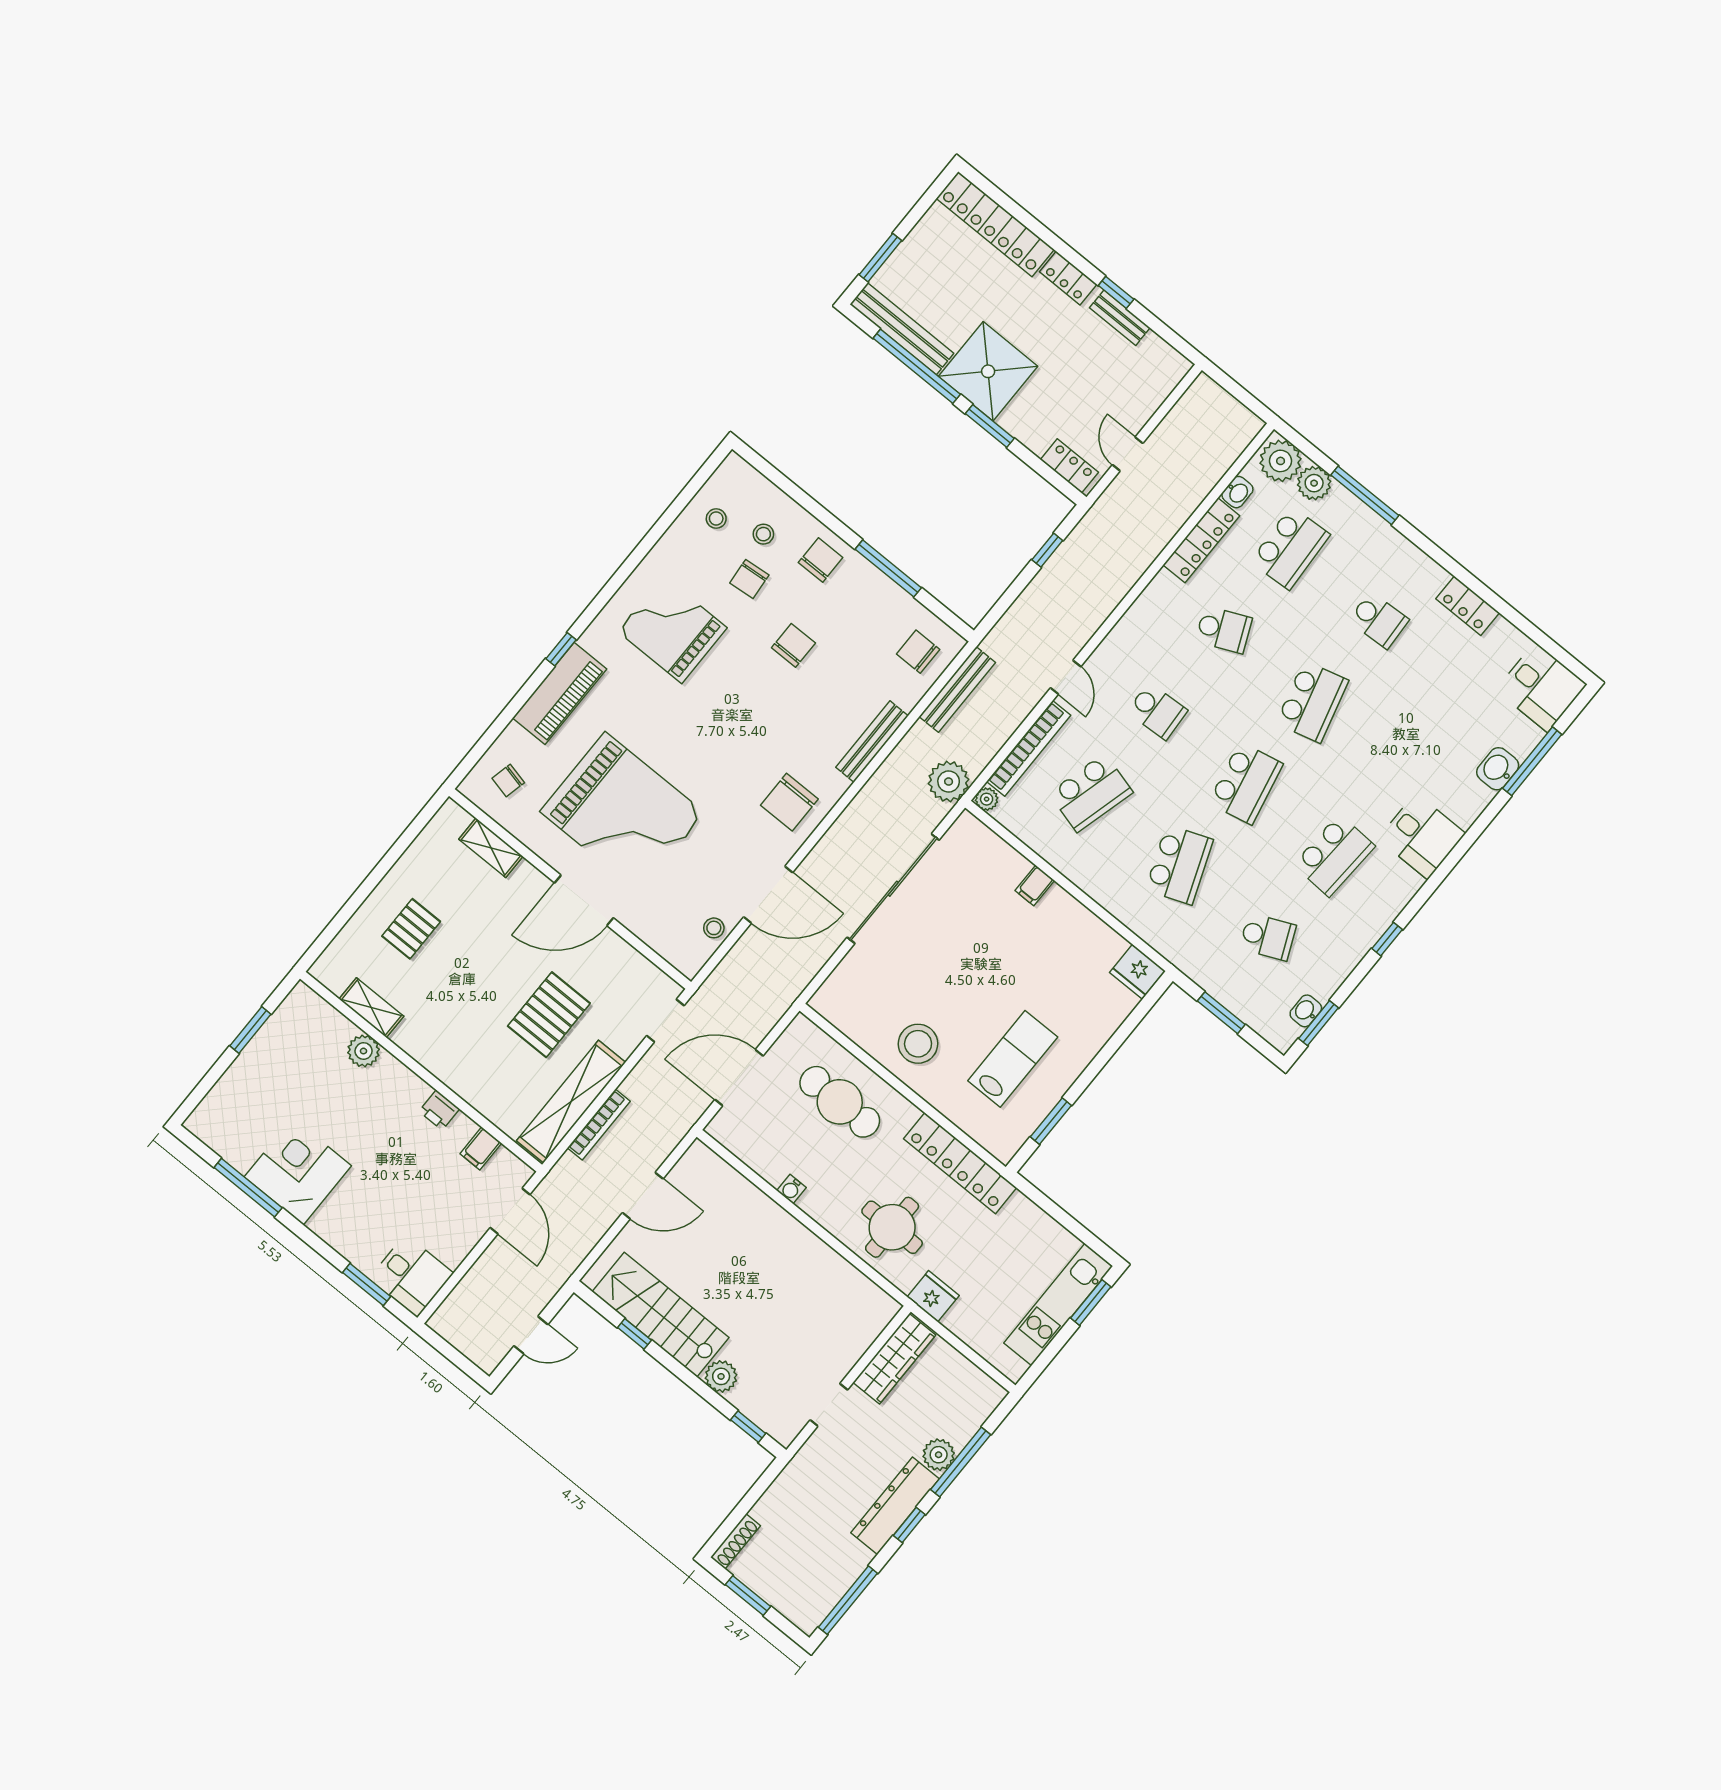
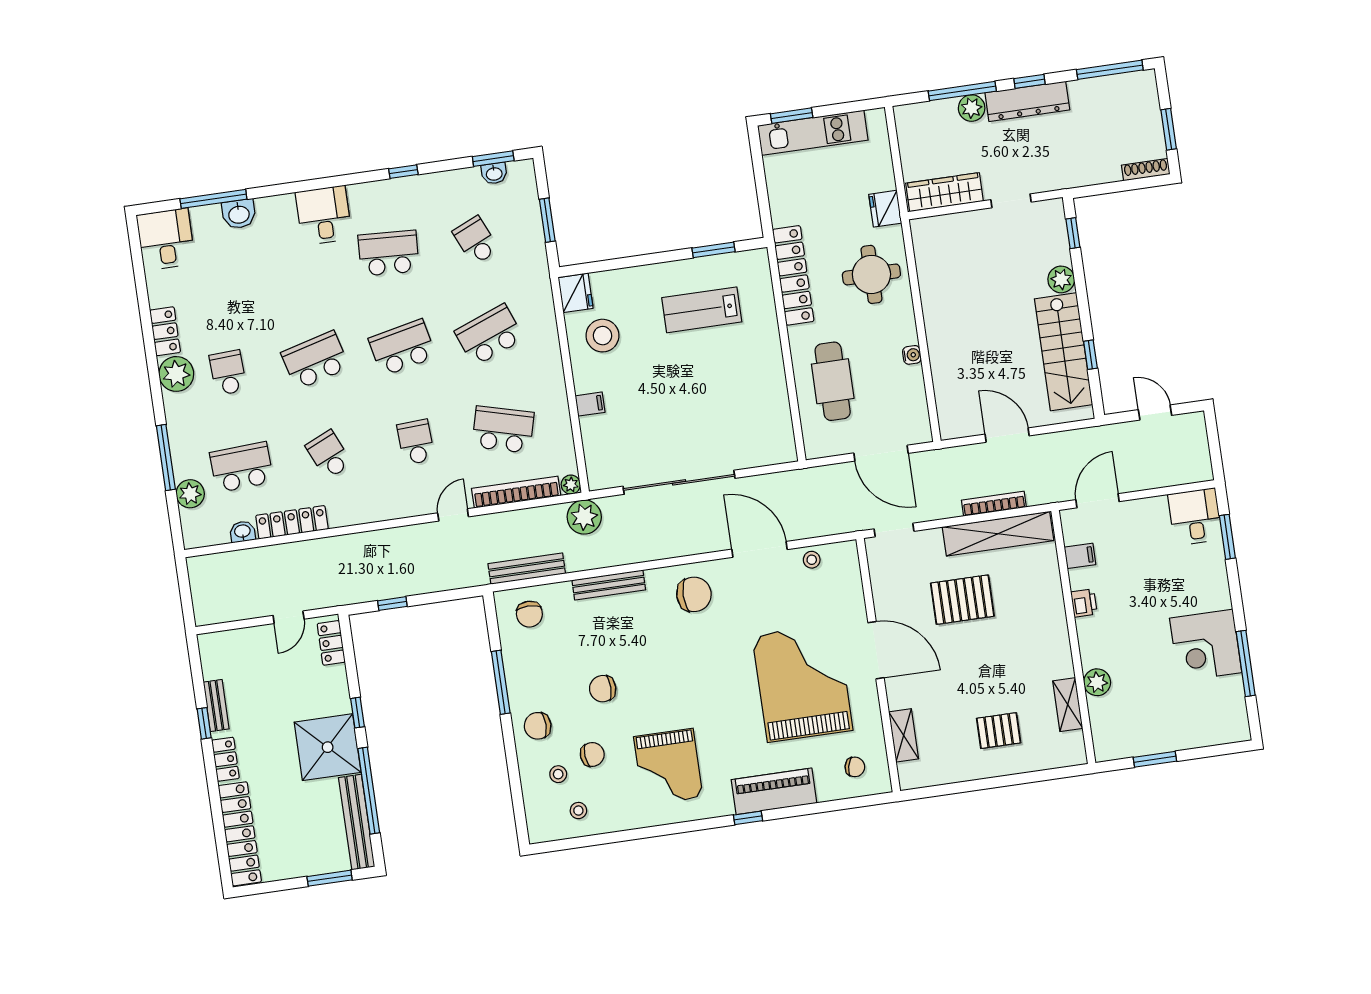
window: (990, 426) -> (358, 713), width x0.67
plant: (1281, 461) -> (176, 374), moved
stool: (918, 1044) -> (602, 336), moved

